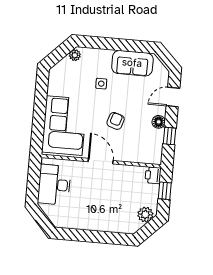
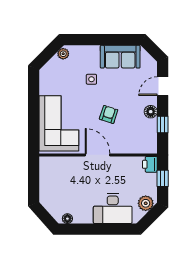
desk: (54, 185) -> (113, 209), moved, turned -90
floor lamp: (64, 223) -> (67, 219), added

